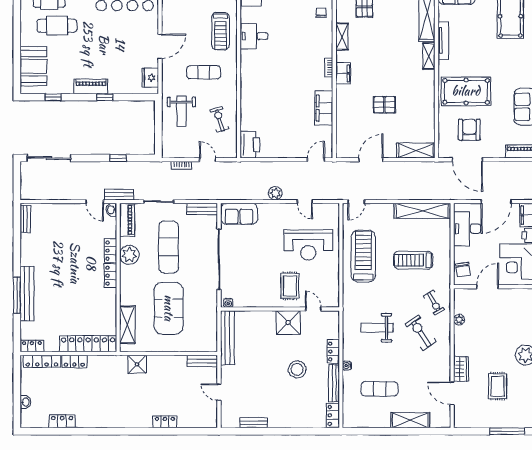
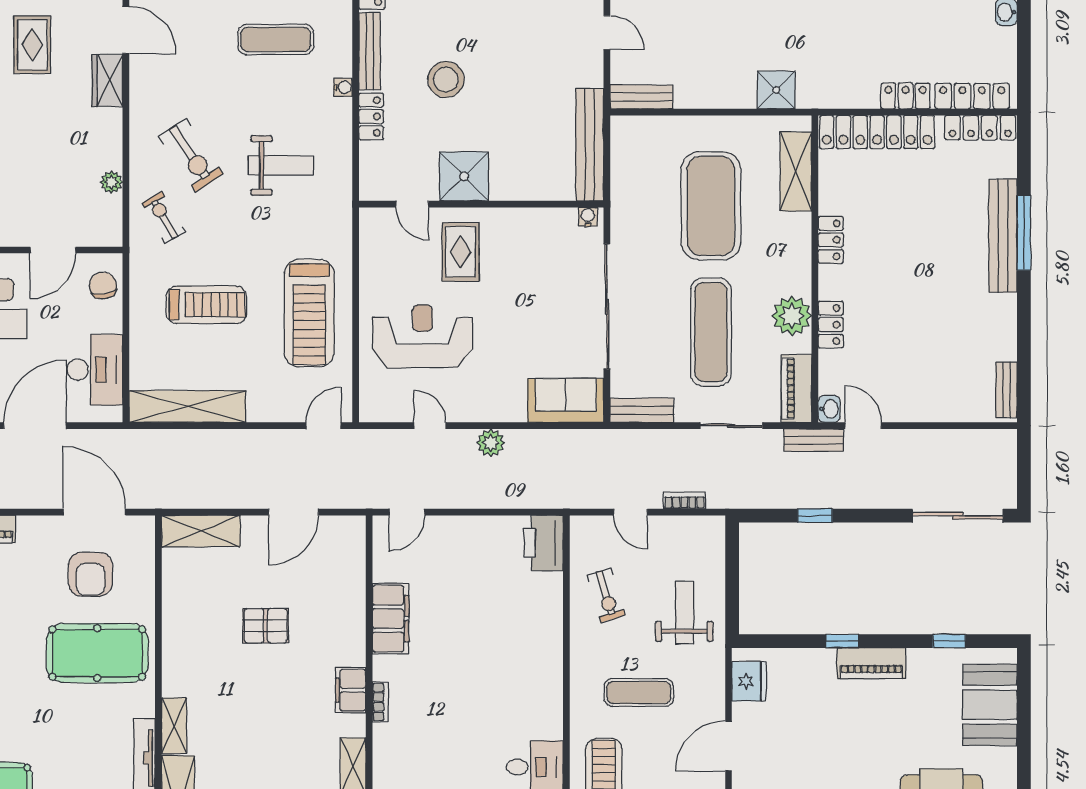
locker: (111, 276) -> (831, 240), moved
locker: (32, 346) -> (980, 128), width x1.53

